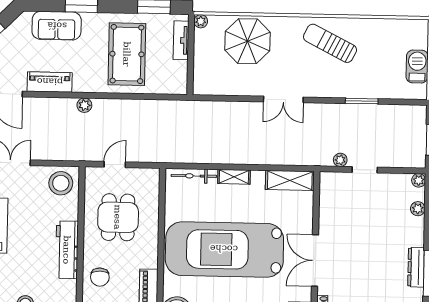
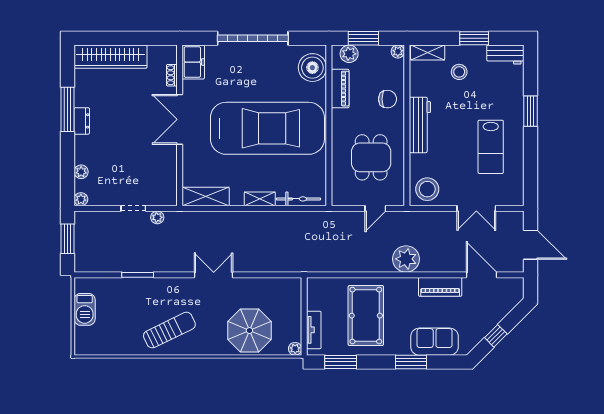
sun lounger: (330, 43) -> (169, 330), turned -53
plant: (84, 105) -> (406, 259), width x1.87, depth x1.87
double door: (315, 261) -> (180, 119), swing flipped
dresser: (416, 267) -> (82, 121), width x0.70
chair: (100, 277) -> (387, 99), turned 90

